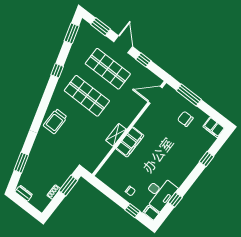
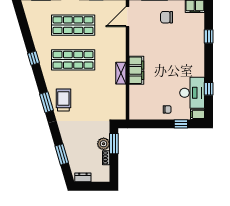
window: (72, 33) -> (46, 102), moved
trolley: (55, 121) -> (63, 100), turned 180
plant: (60, 179) -> (104, 144), added

